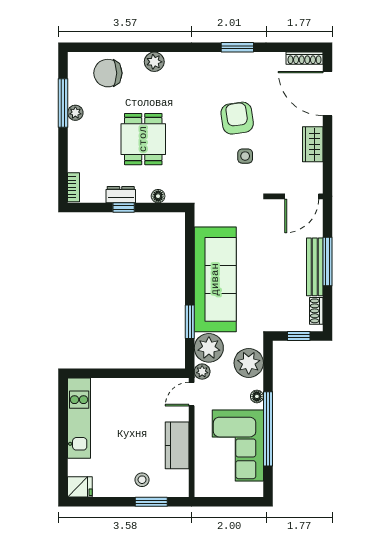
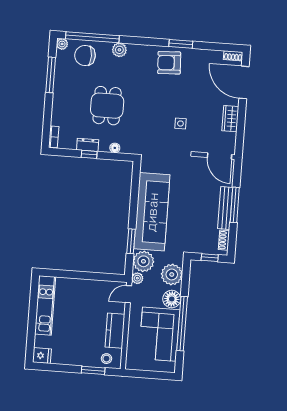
window: (116, 47) -> (92, 37), added
shoe rack: (305, 58) -> (233, 56), width x0.70
plant: (75, 113) -> (62, 44), moved
armchair: (237, 118) -> (169, 63), moved, turned -85
door: (302, 196) -> (220, 156), hinge flipped
floor lamp: (257, 396) -> (172, 299), width x1.89, depth x1.89
stool: (142, 480) -> (106, 359), moved

